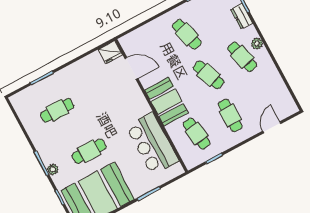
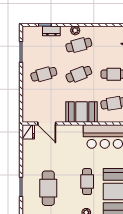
door: (131, 68) -> (47, 123), swing flipped
cafe table: (57, 110) -> (48, 188), width x1.37, depth x1.35

